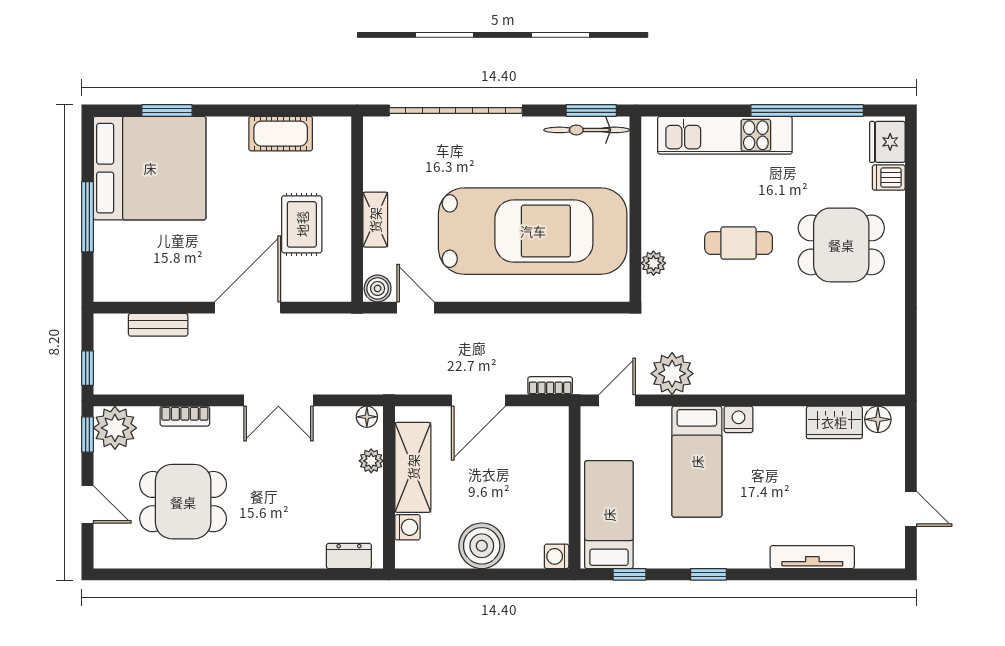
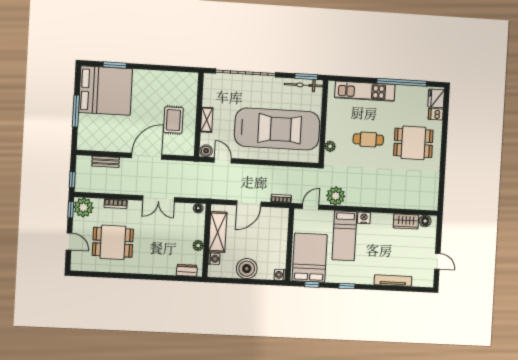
cot: (281, 134) -> (166, 79), removed
plant: (371, 461) -> (198, 246), moved
bed: (609, 515) -> (310, 258), width x1.50

